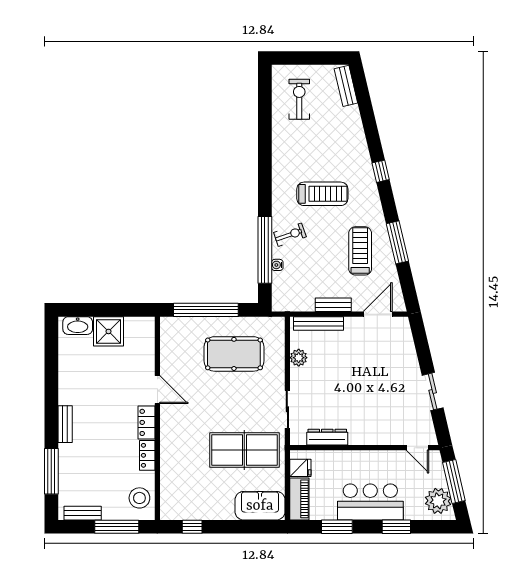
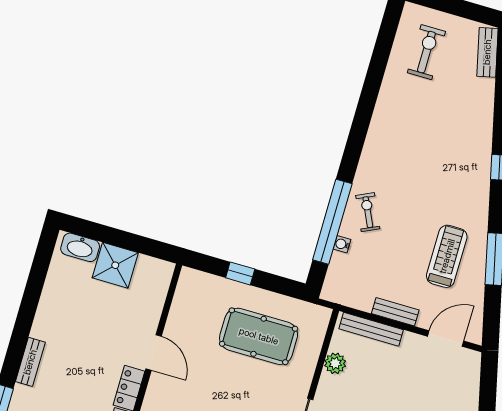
treadmill: (322, 194) -> (421, 174), removed
exercise bike: (290, 235) -> (368, 212), turned -96
window: (206, 310) -> (240, 273), width x0.32

